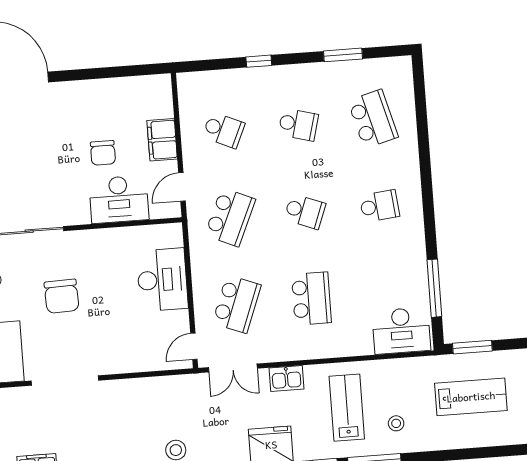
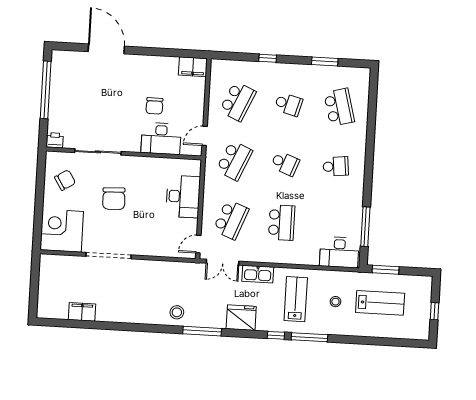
school desk: (224, 130) -> (238, 101), width x1.85
filing cabinet: (162, 140) -> (193, 67), moved, turned -90
kitchen sink: (286, 378) -> (258, 274), width x1.38
stool: (396, 423) -> (335, 302), moved

